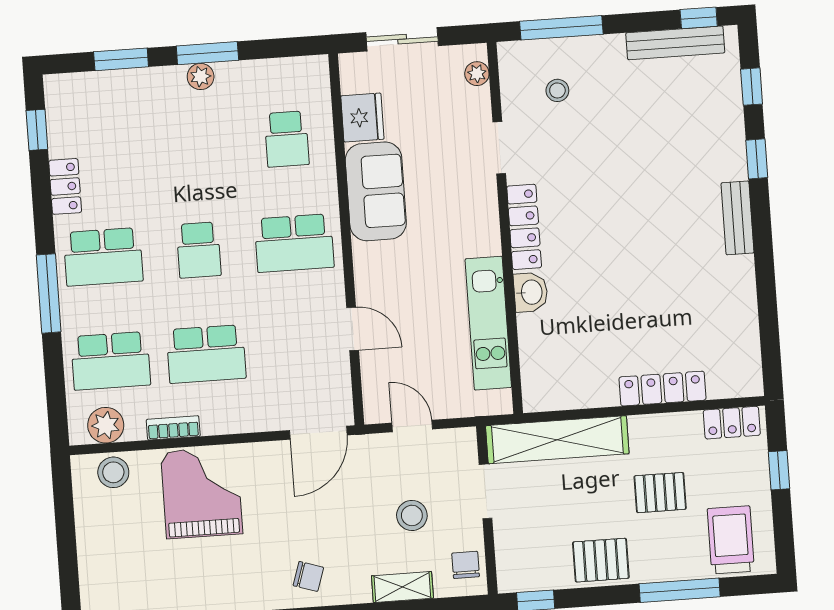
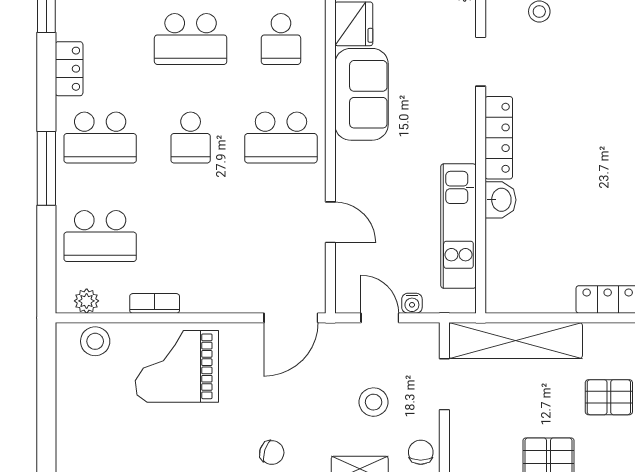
school desk: (206, 354) -> (191, 39), moved
water cooler: (445, 408) -> (412, 303), added
plant: (106, 425) -> (87, 301), width x0.73, depth x0.73
grand piano: (202, 493) -> (177, 366), turned -90

